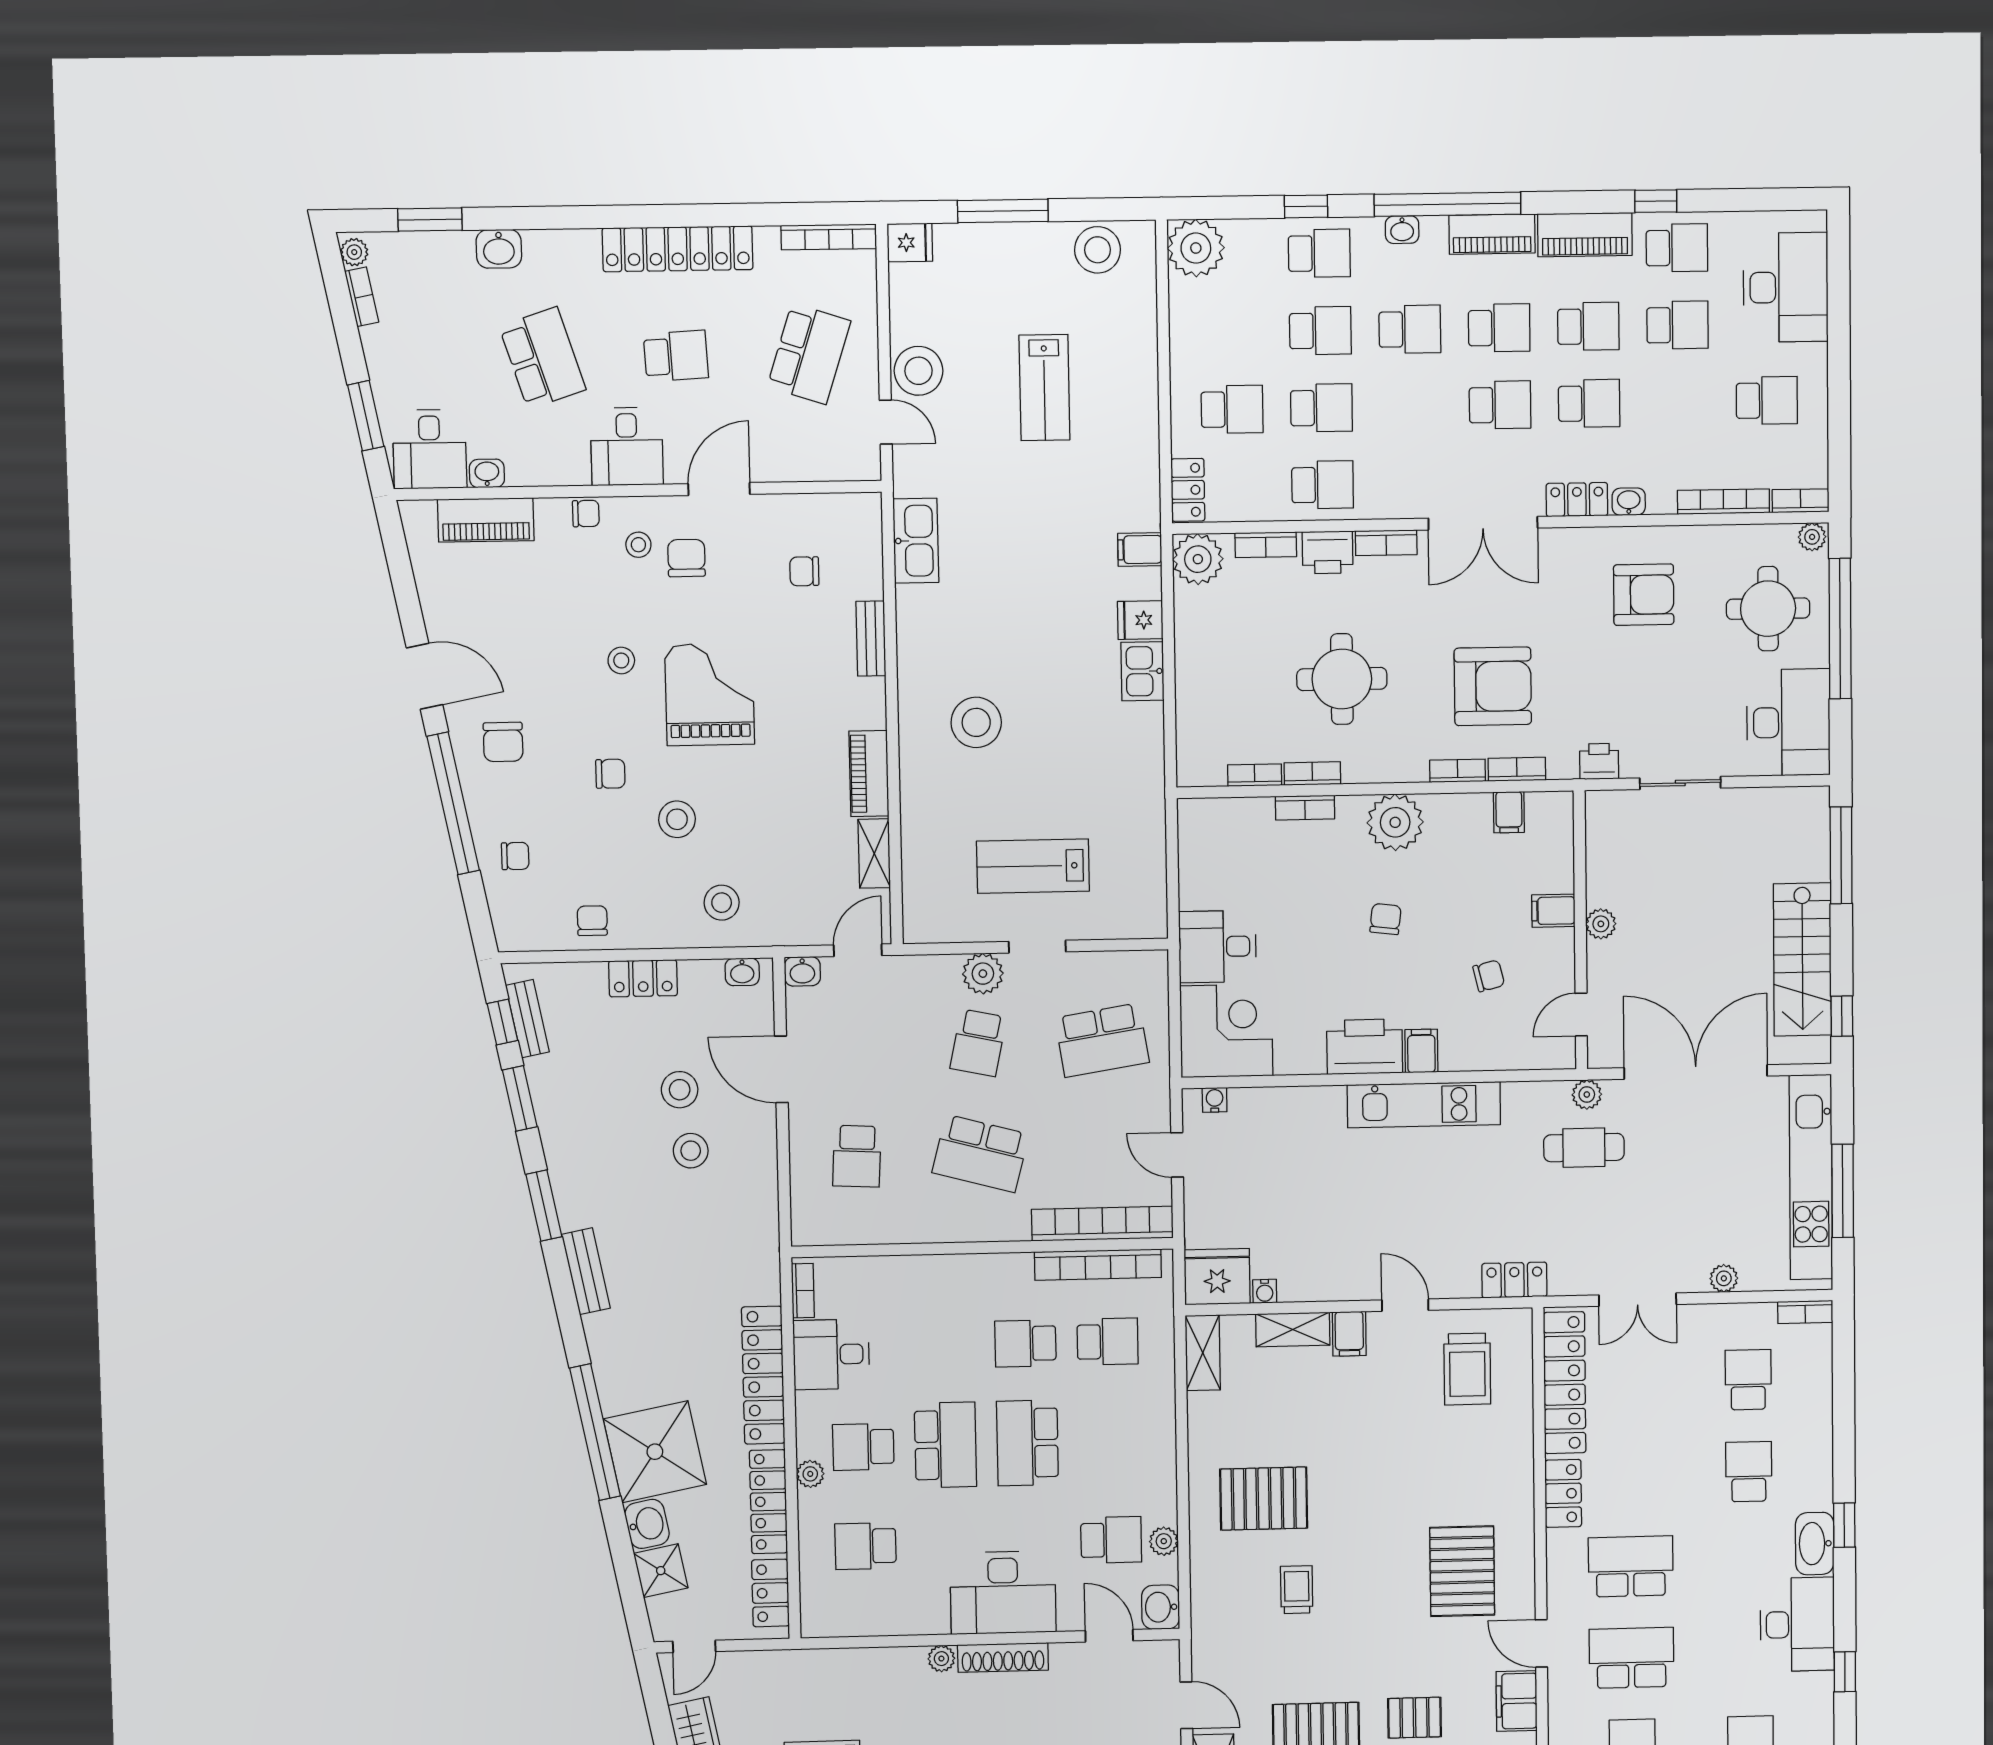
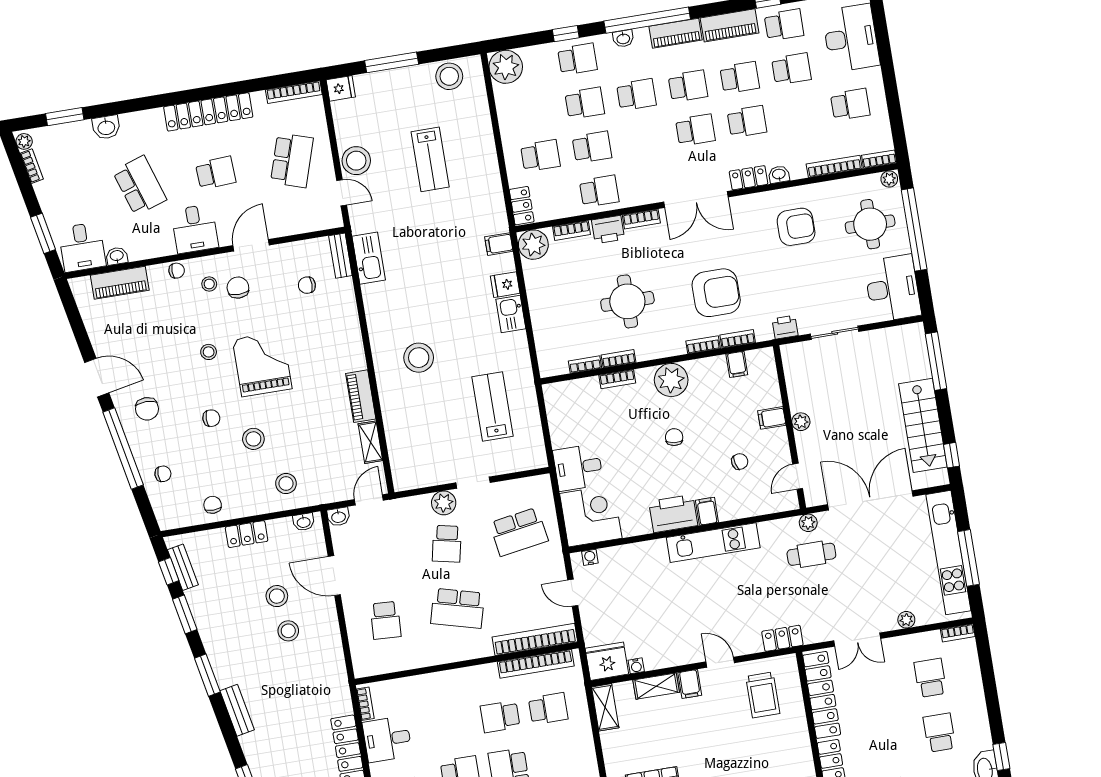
bench: (871, 639) -> (340, 256), moved
lab bench: (1033, 866) -> (492, 407), moved, turned 90

